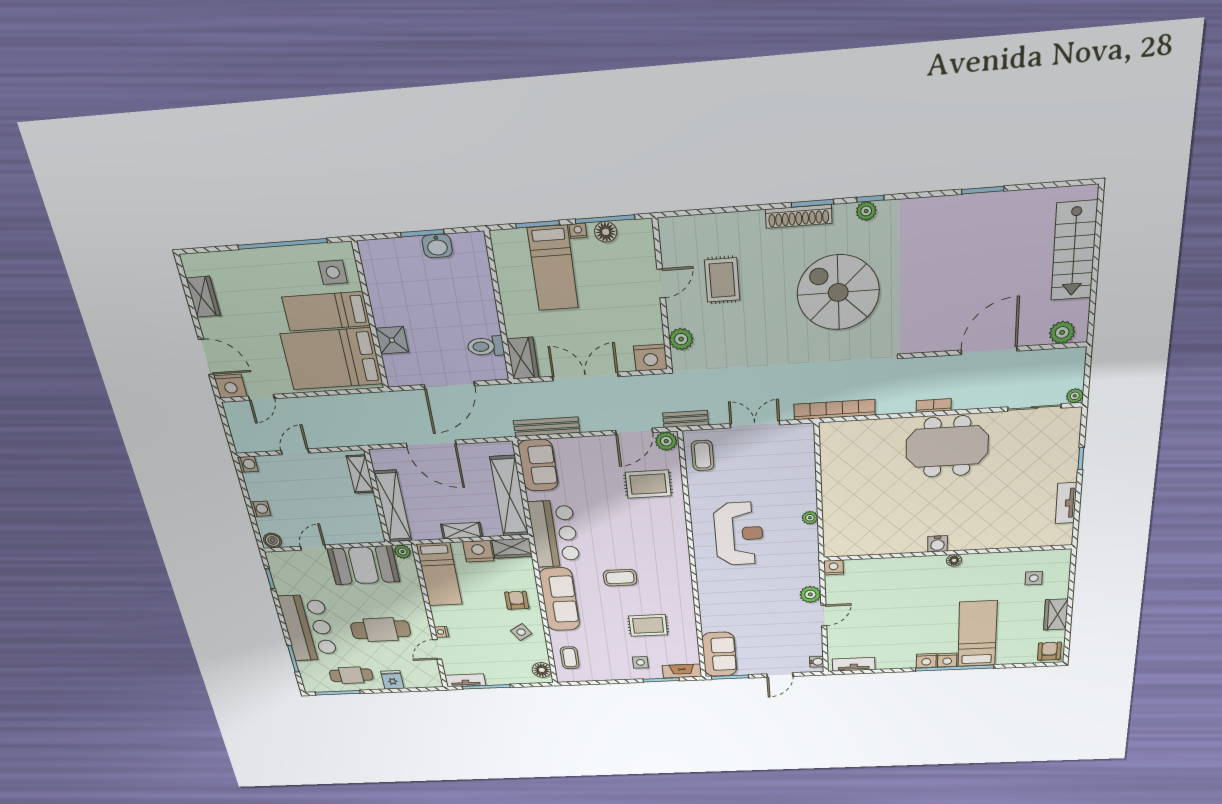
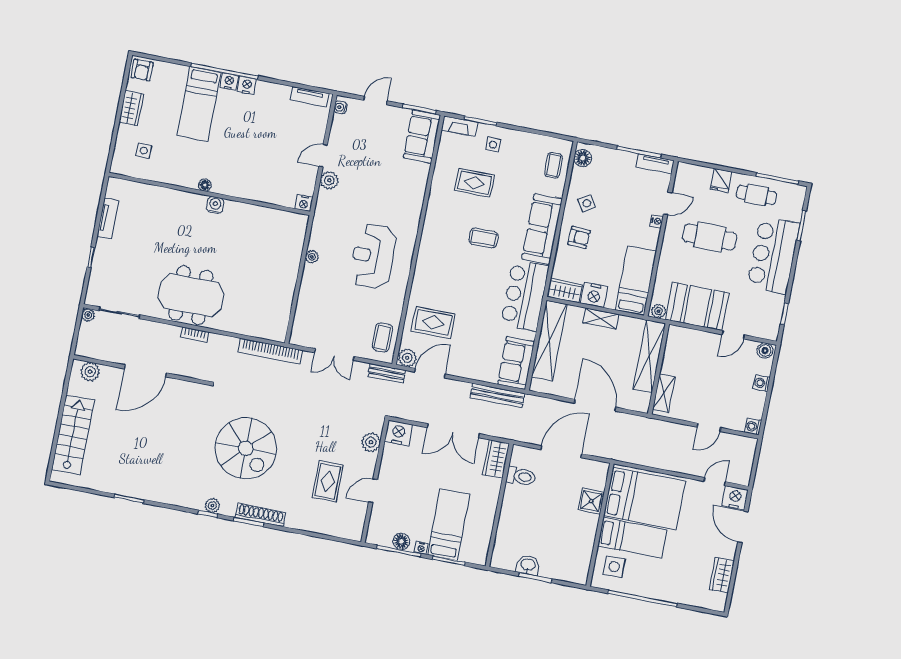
armchair: (517, 600) -> (579, 237), turned -87

